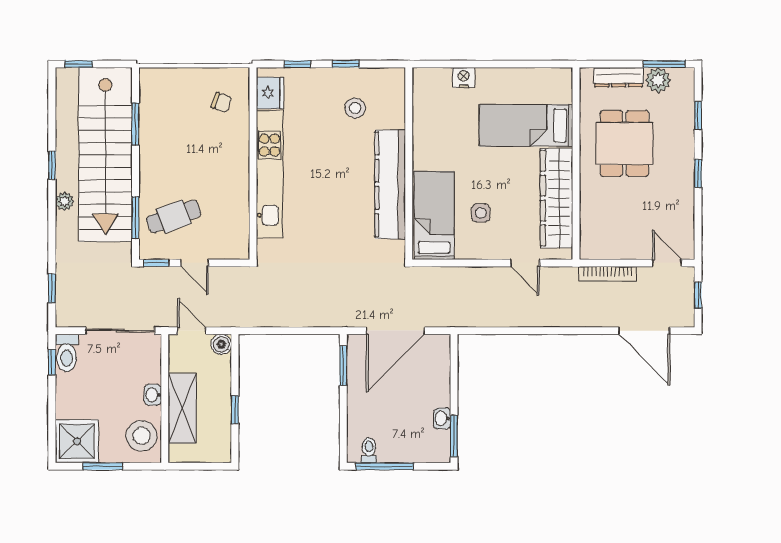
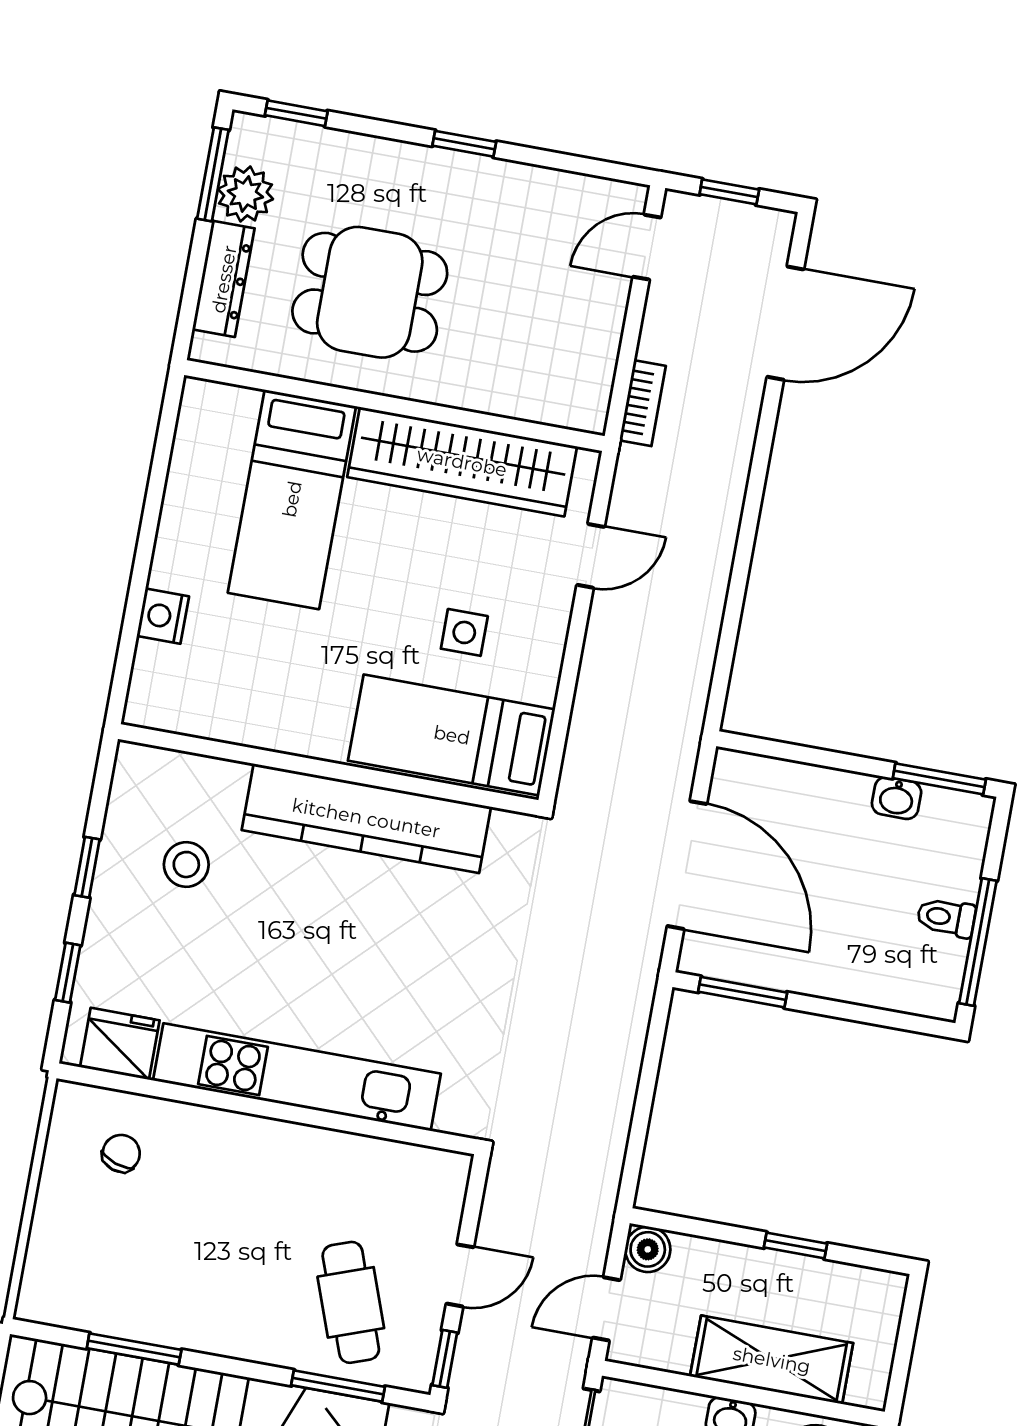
window: (698, 115) -> (296, 113), moved
bookcase: (607, 274) -> (643, 403), width x0.64
toilet: (369, 450) -> (946, 917), moved

